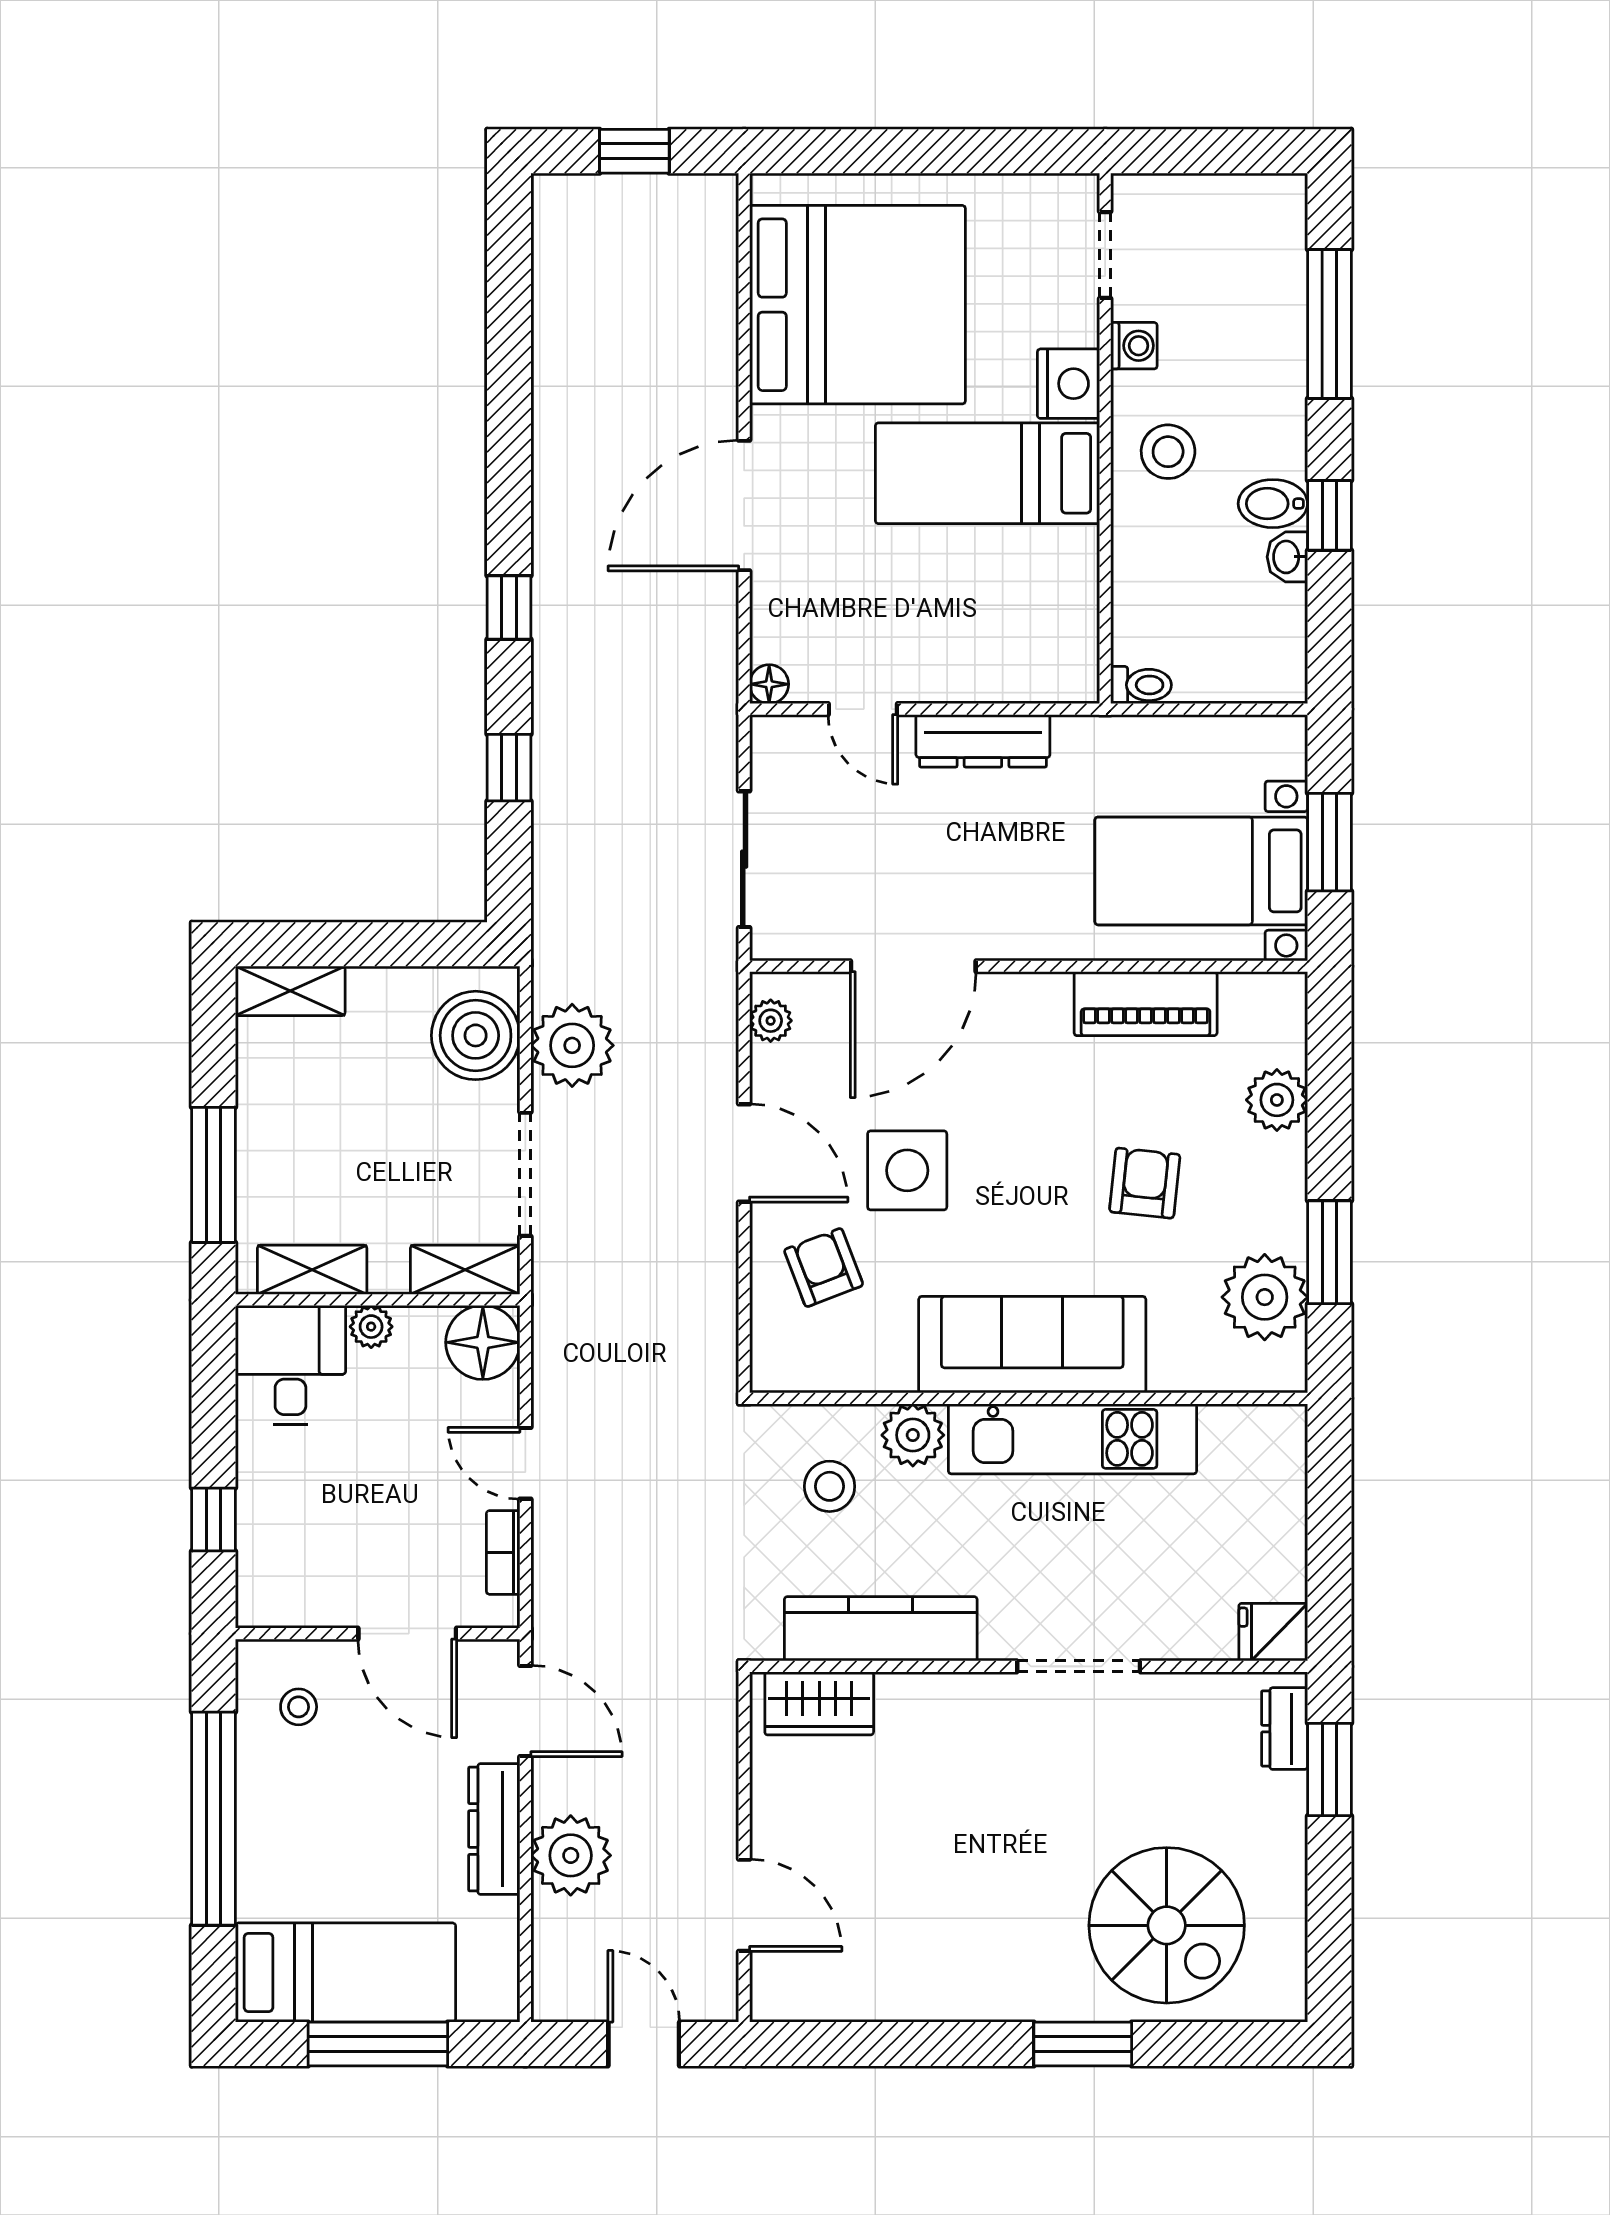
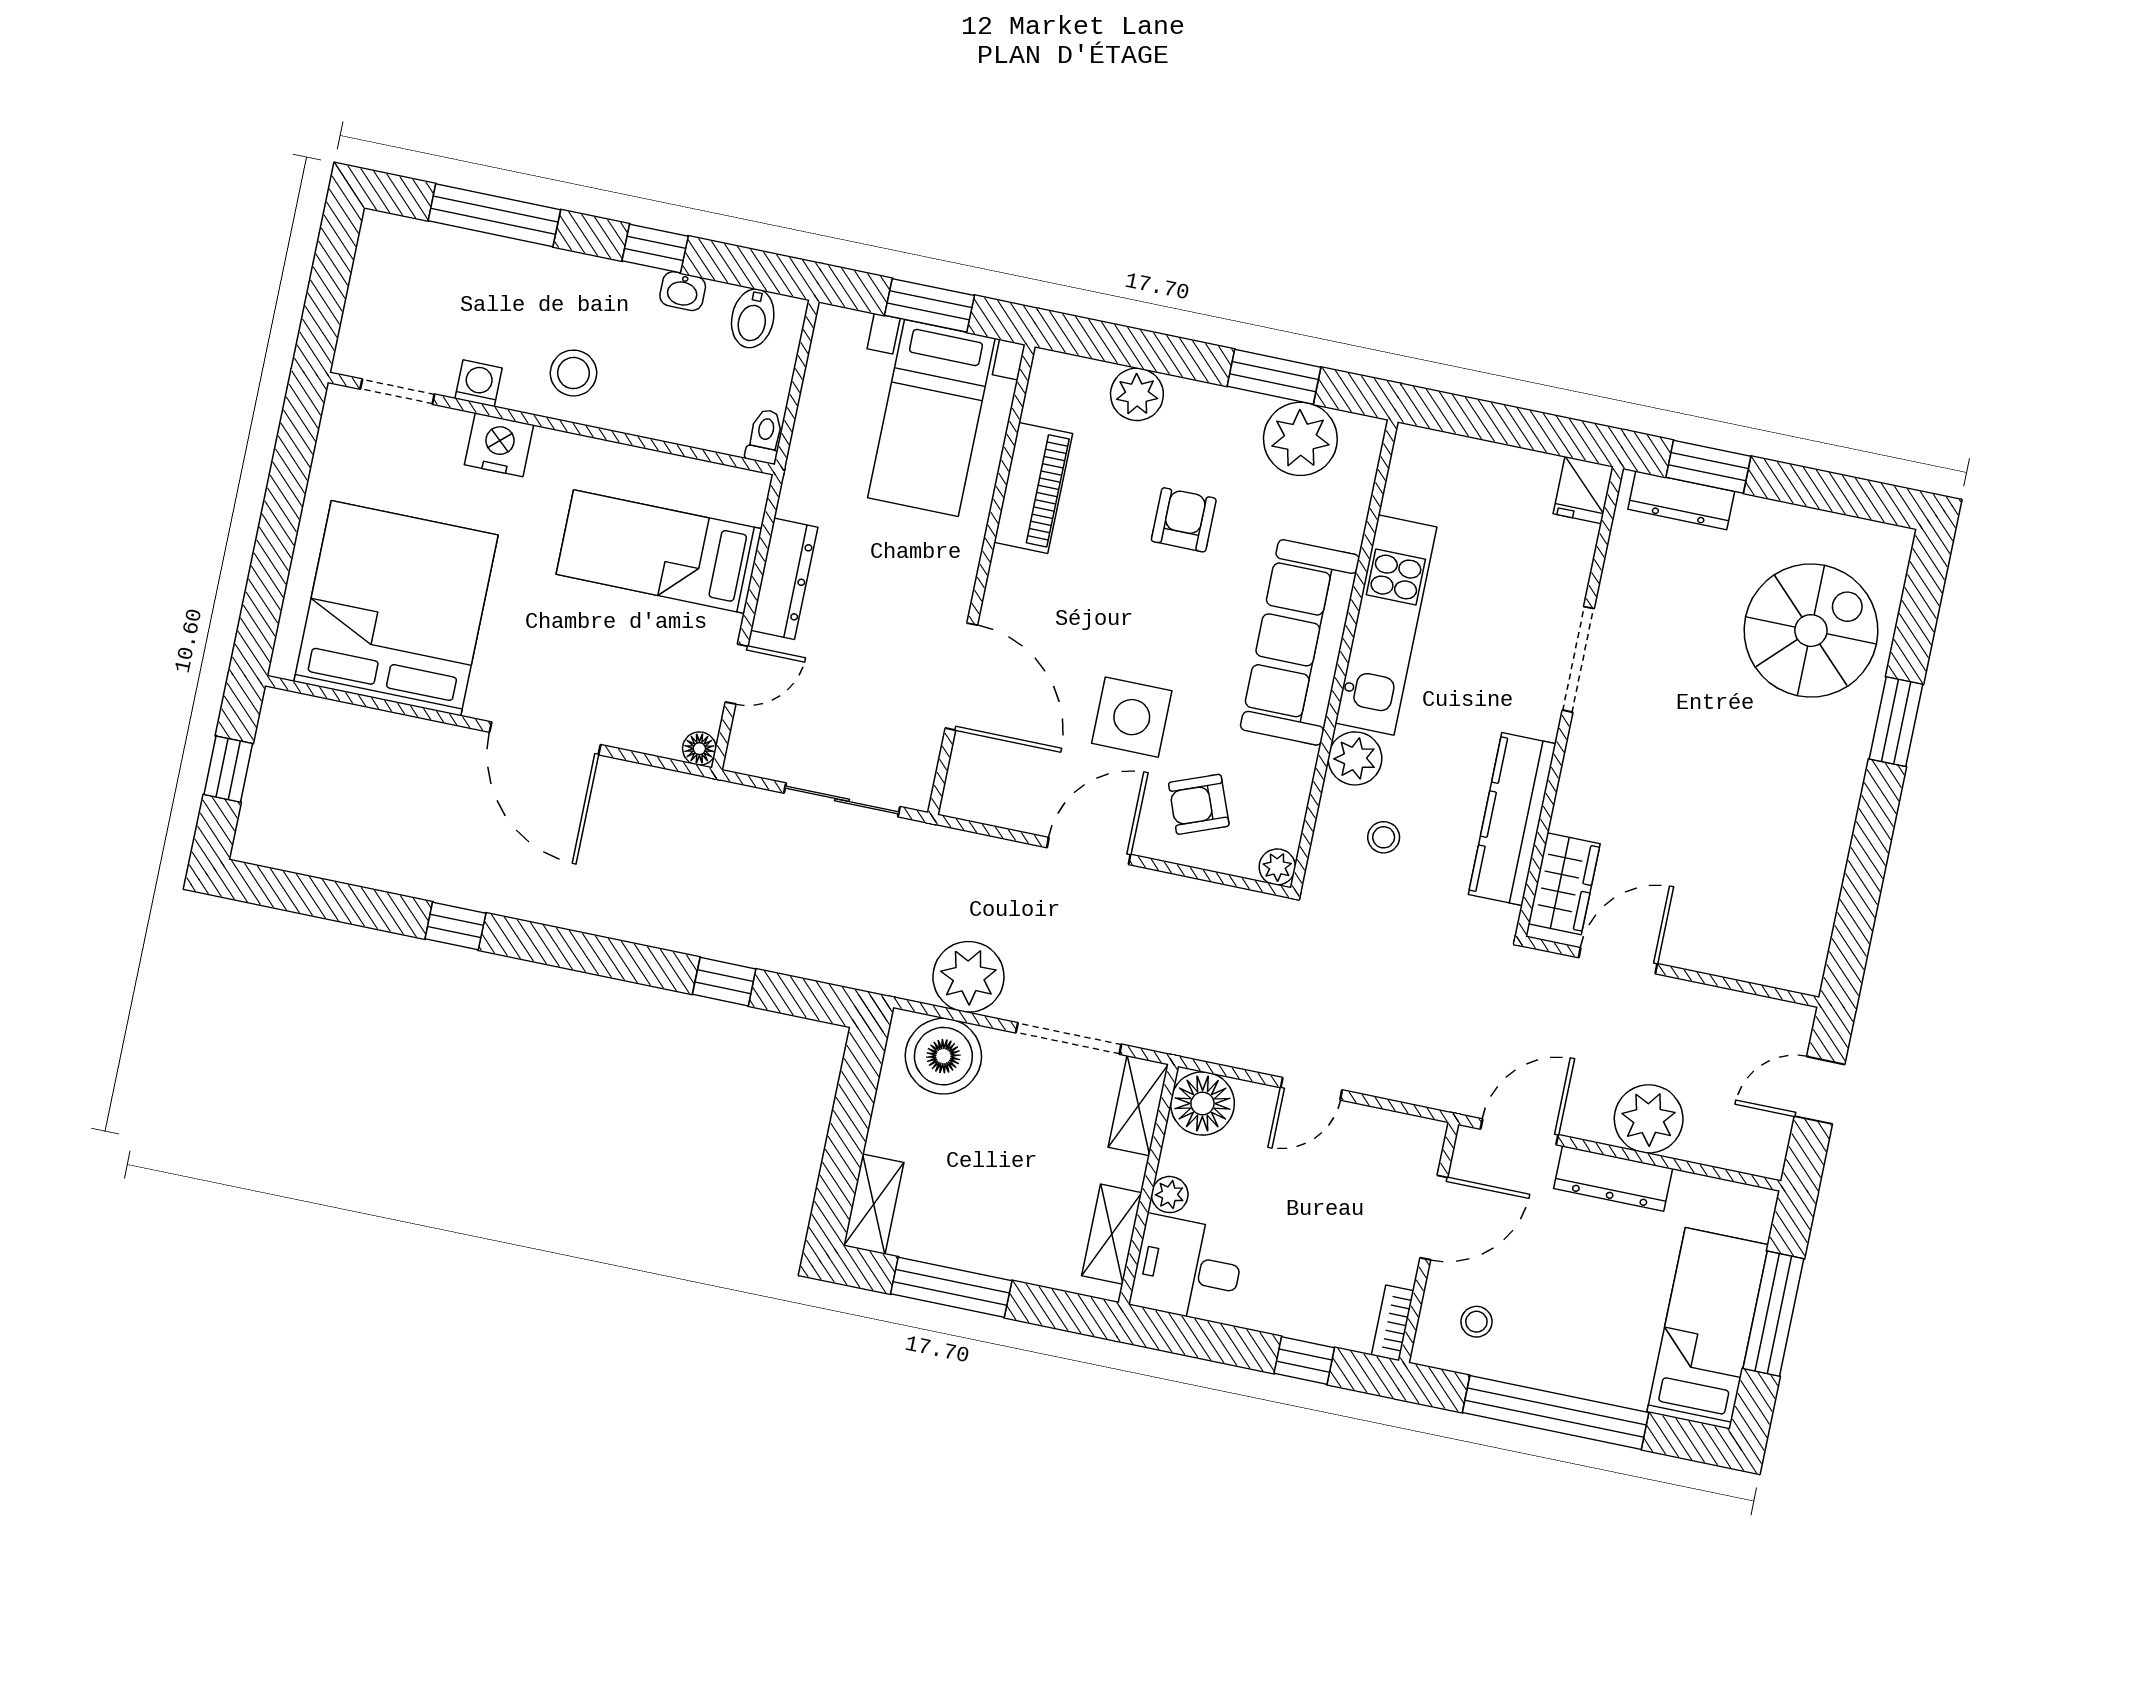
bed: (988, 473) -> (659, 552), moved, turned 90
bidet: (1273, 504) -> (753, 318), moved
window: (509, 608) -> (455, 926), moved
plant: (771, 1021) -> (1277, 867), moved
window: (213, 1175) -> (951, 1287), moved
armchair: (1145, 1183) -> (1184, 520), turned 84
stool: (830, 1486) -> (1384, 837), width x0.73, depth x0.73
bookcase: (503, 1552) -> (1393, 1323), moved, turned 90
dresser: (1285, 1729) -> (1681, 500), width x1.44
door: (744, 1905) -> (1618, 961), moved

